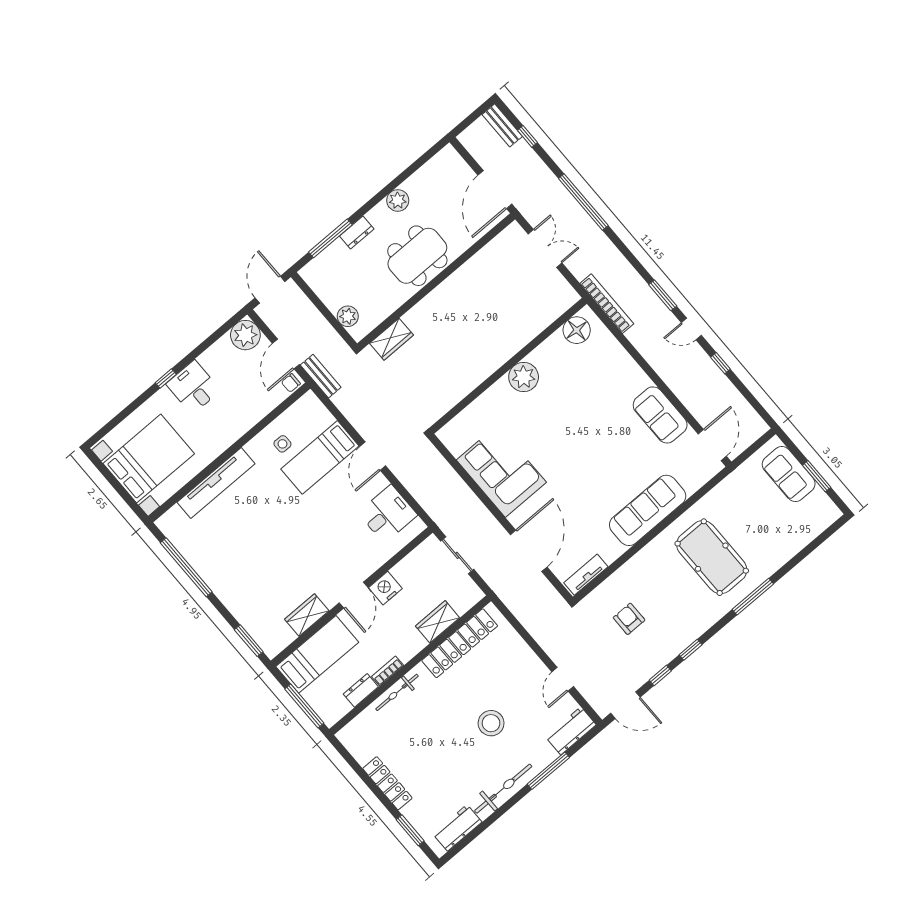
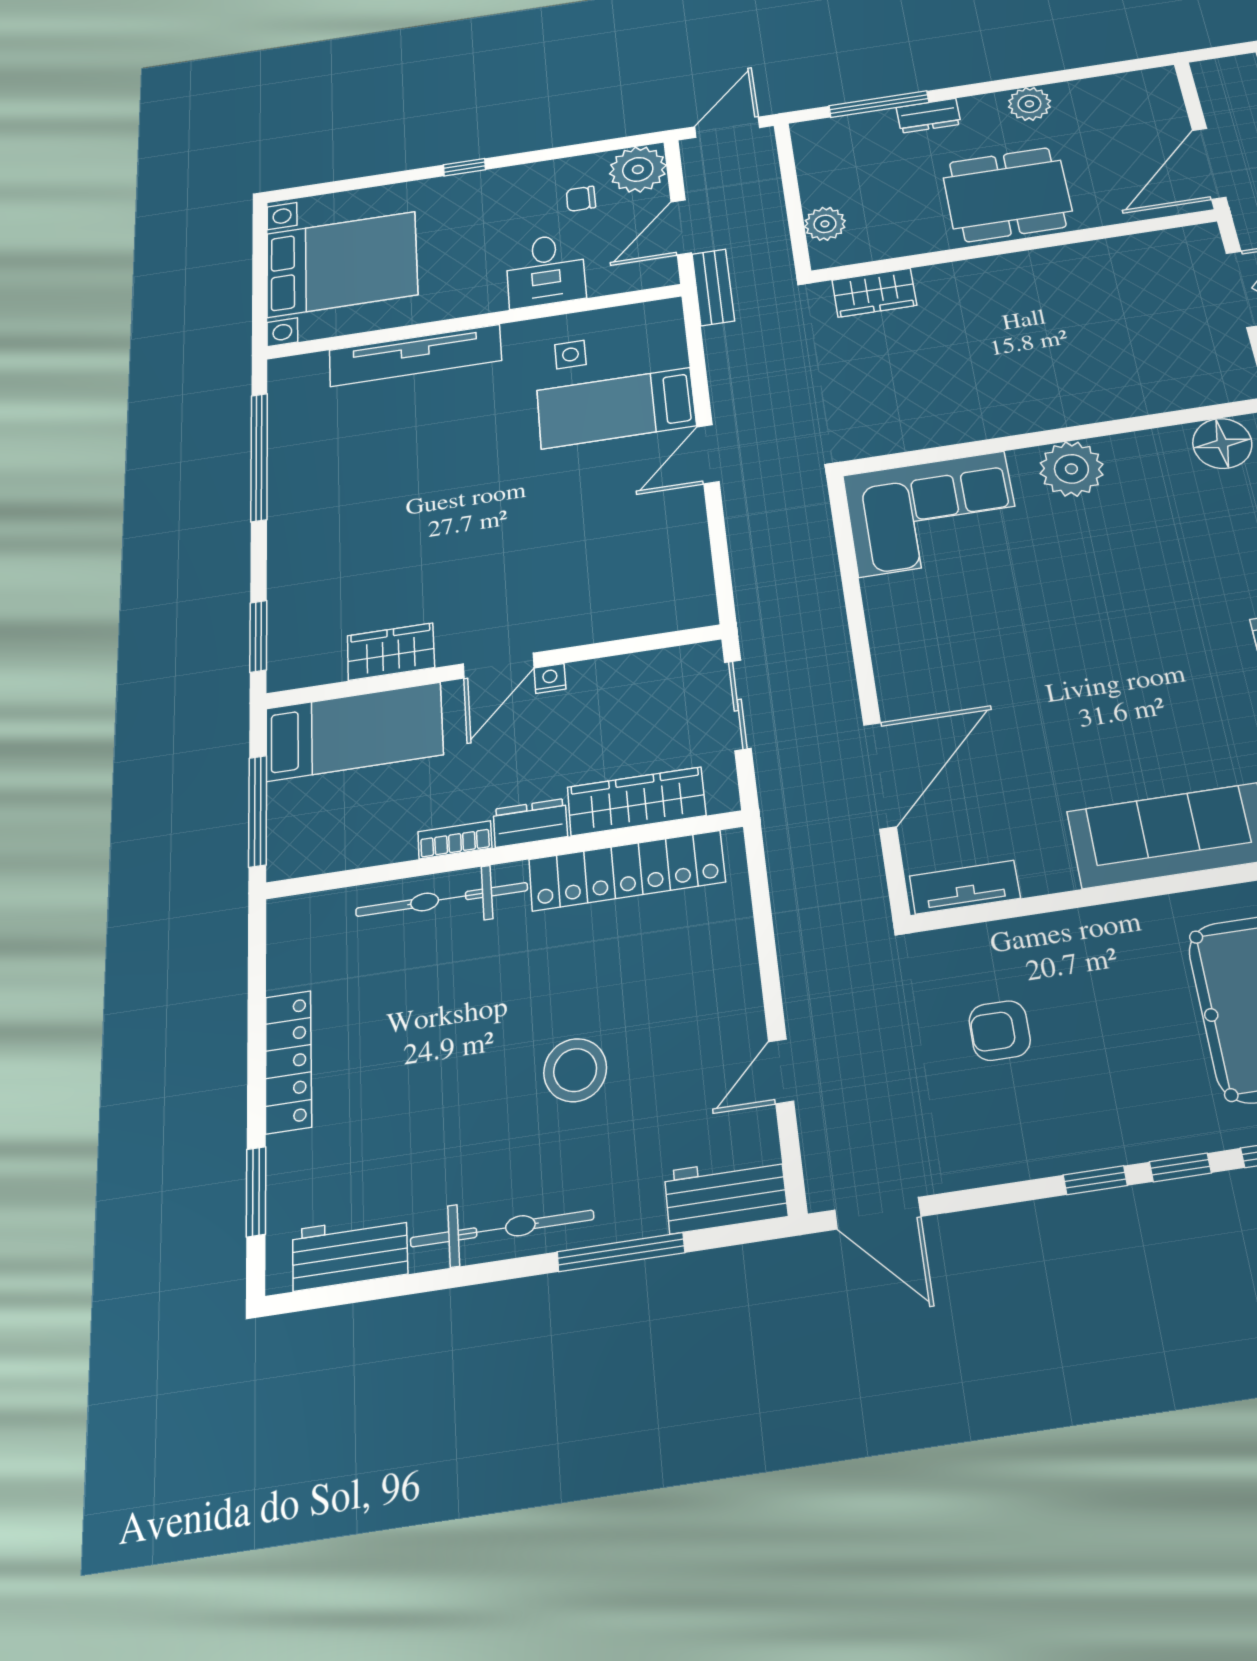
chair: (291, 383) -> (581, 199), moved
desk: (193, 387) -> (545, 270), moved, turned 180
corner sofa: (501, 471) -> (932, 514), moved, turned 90
desk: (388, 514) -> (663, 562), removed
nightstand: (385, 588) -> (550, 678), width x0.53, depth x0.56
armchair: (629, 619) -> (1000, 1031), turned -90
wardrobe: (437, 622) -> (636, 801), width x1.50
window: (660, 676) -> (1180, 1167), moved
dresser: (361, 690) -> (530, 823), moved
bicycle: (397, 692) -> (442, 899), width x1.37, depth x1.40

